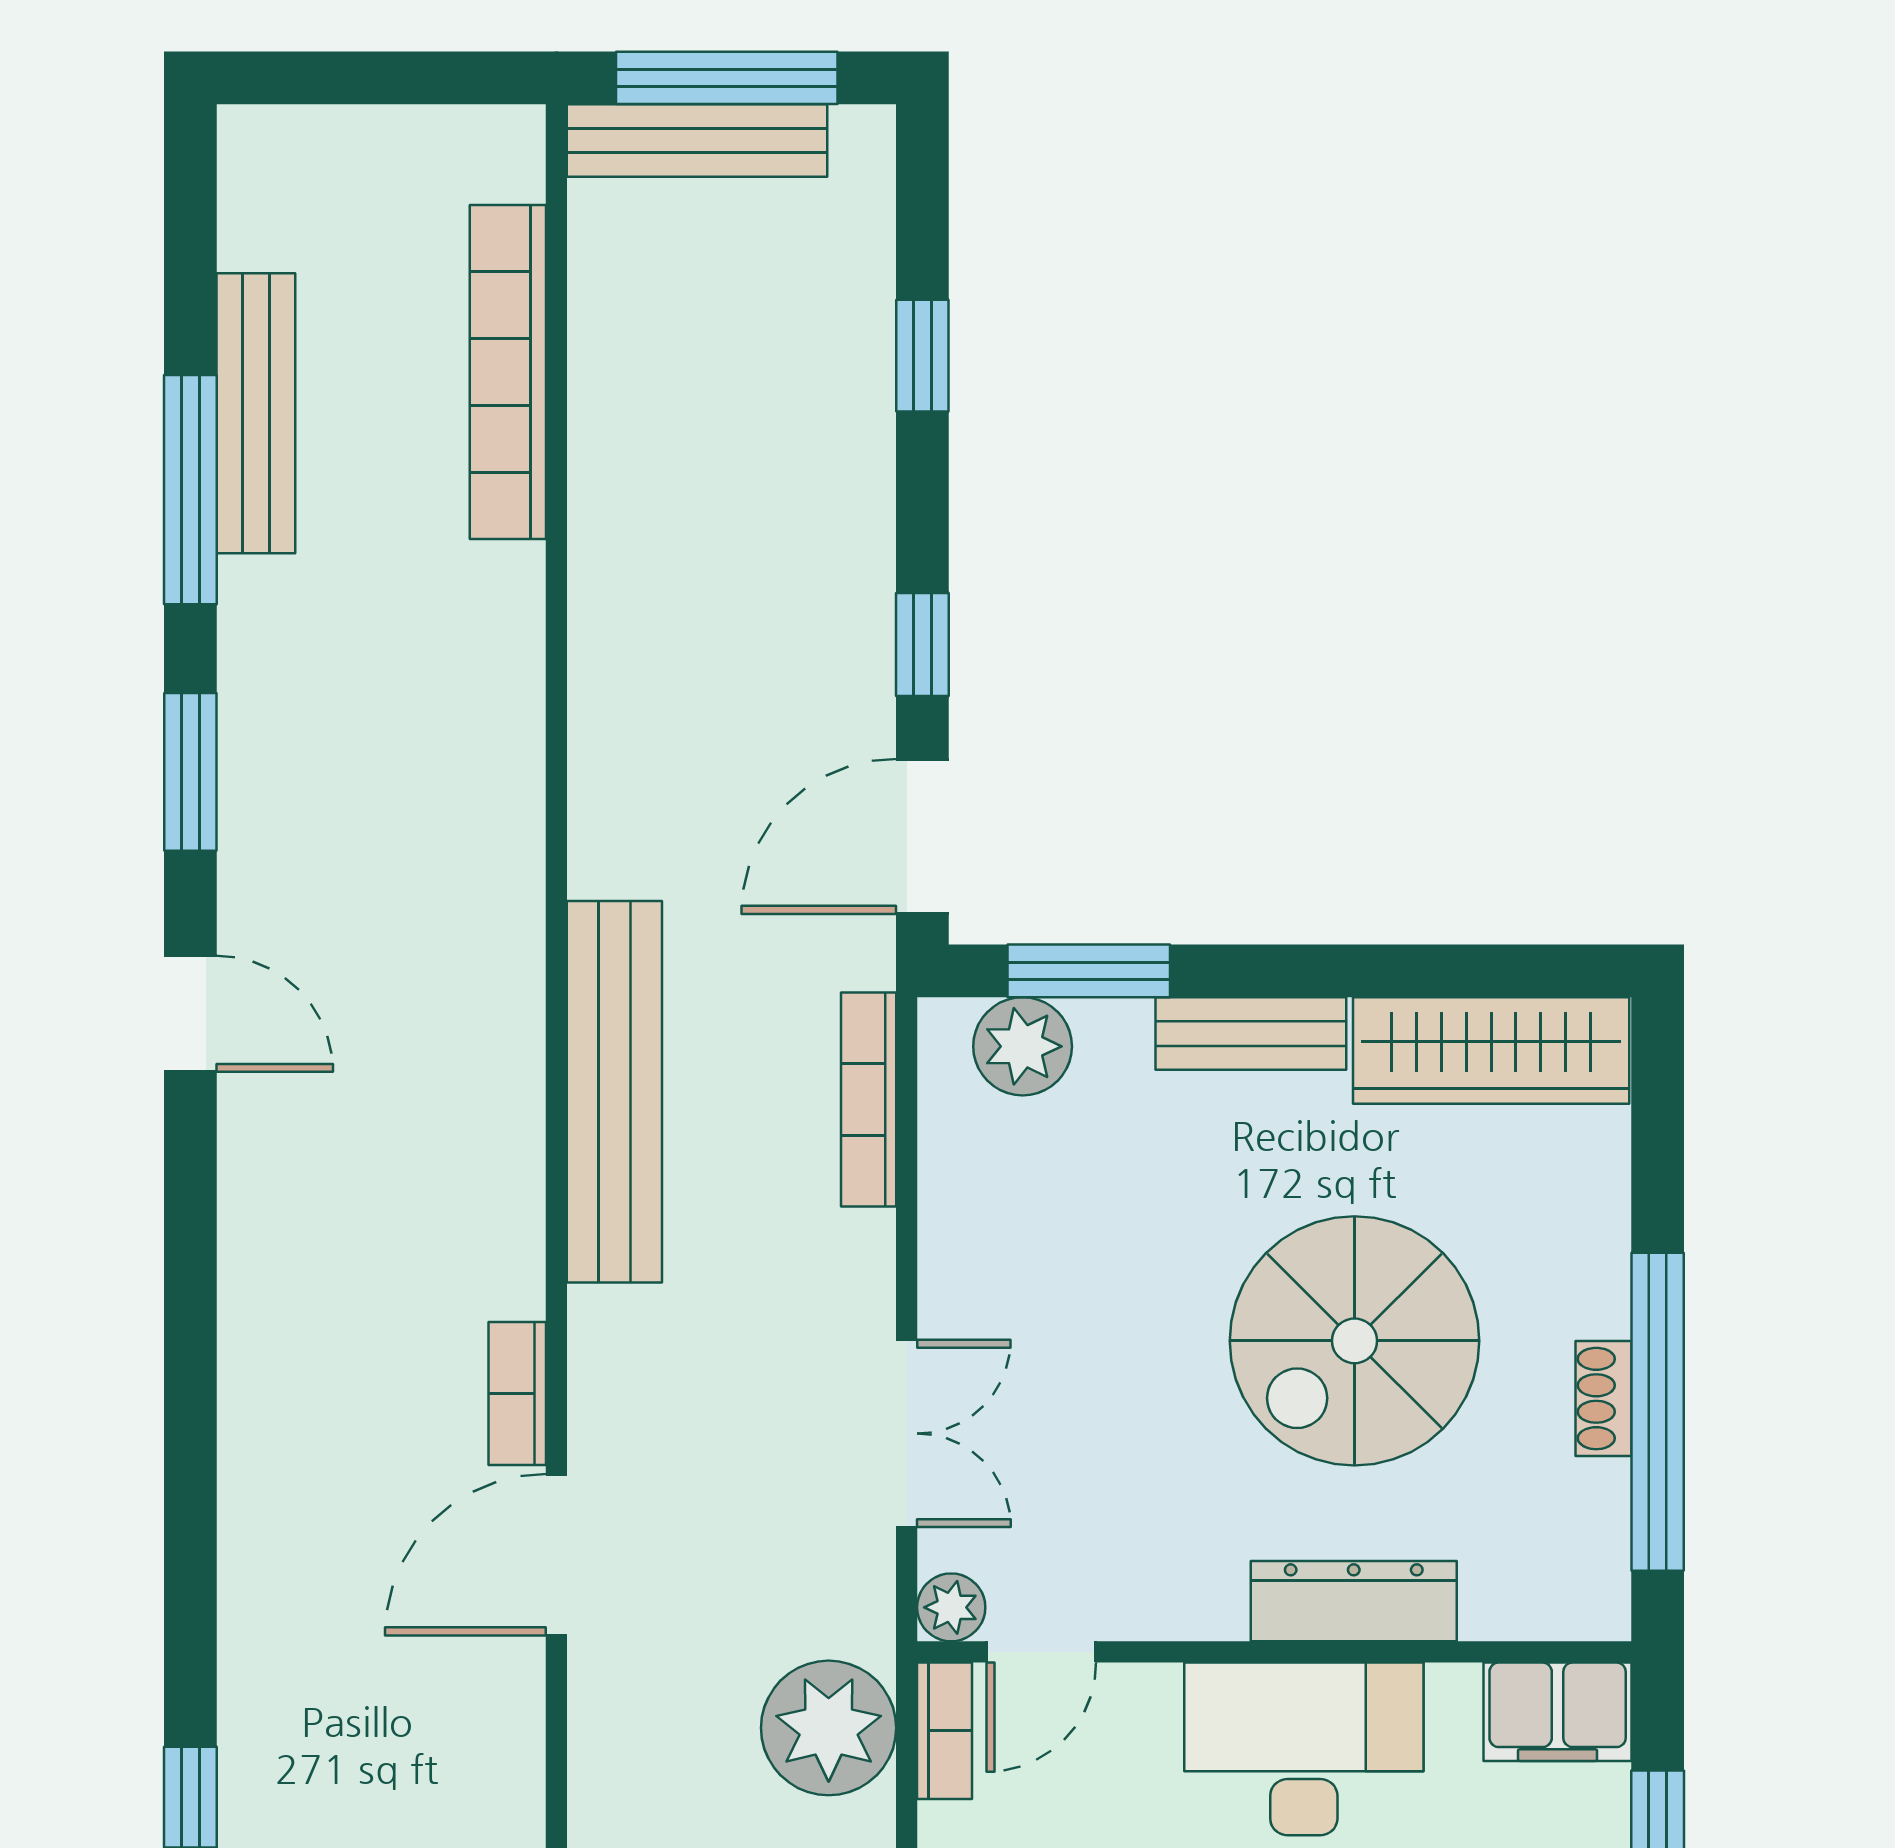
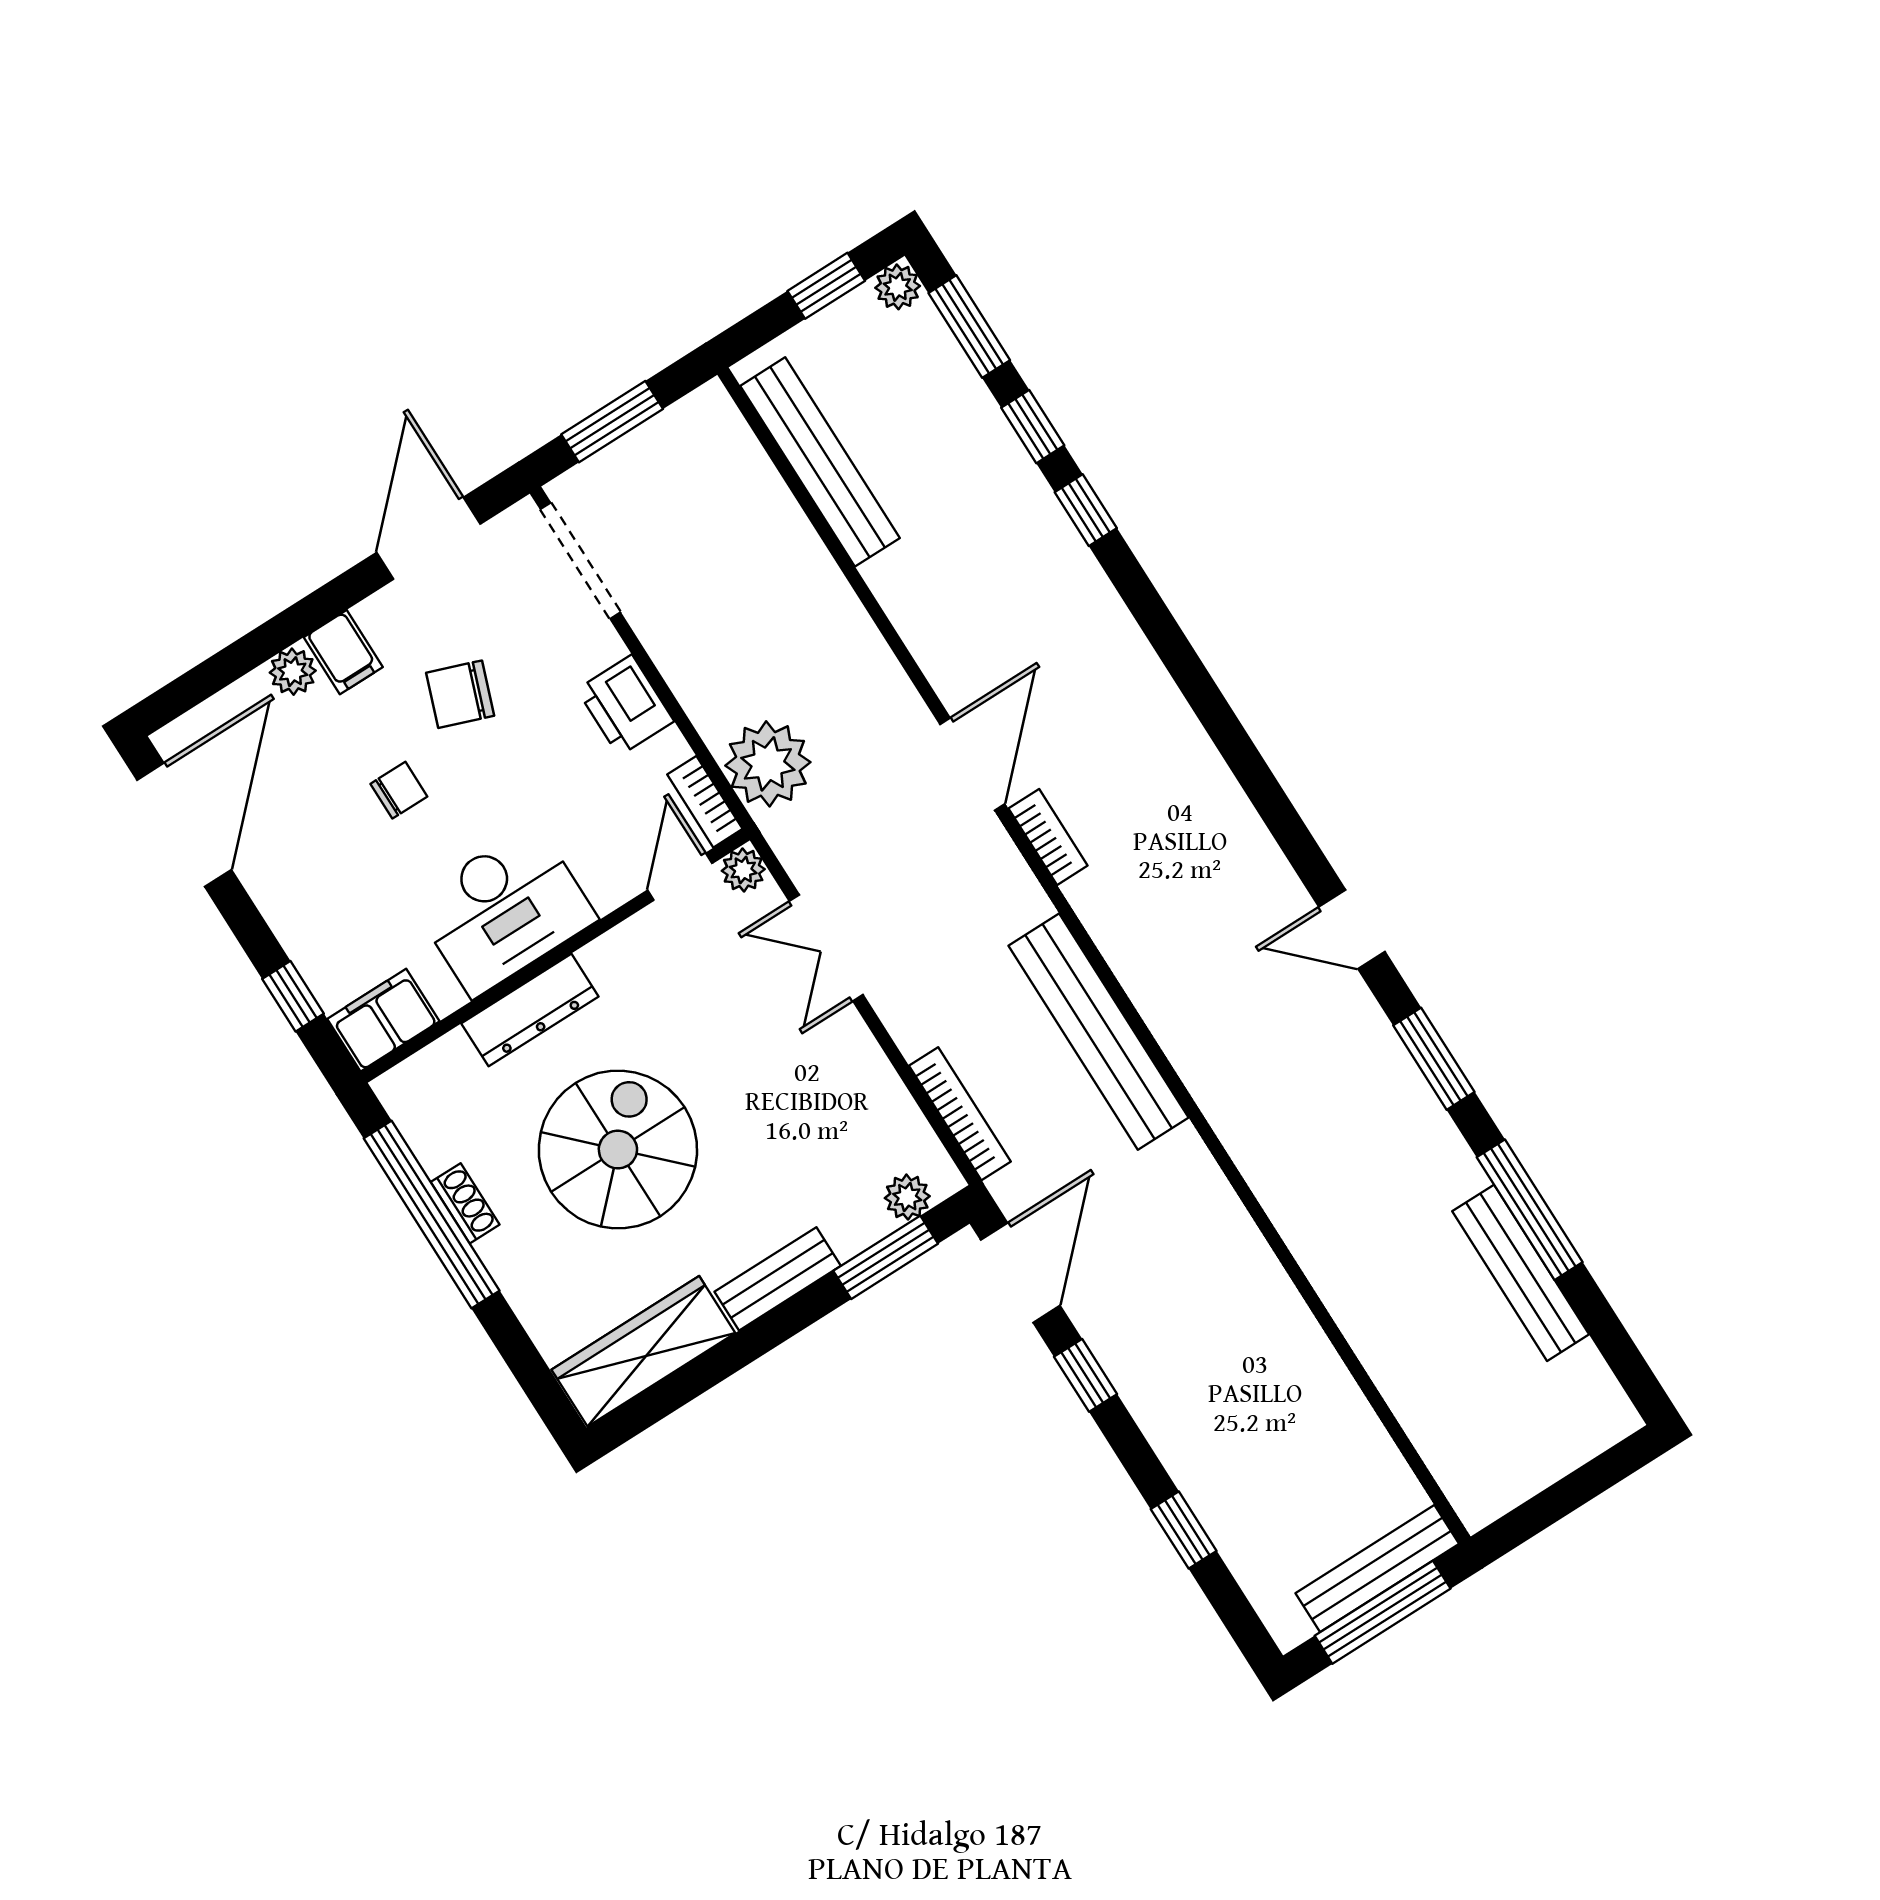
bookcase: (508, 372) -> (1400, 1381), removed
plant: (1023, 1046) -> (907, 1197), width x0.73, depth x0.73

